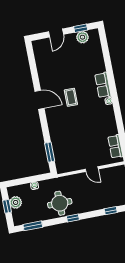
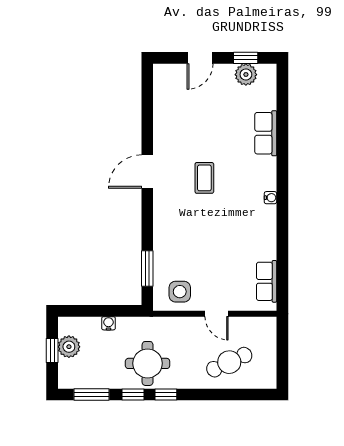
row of seats: (103, 85) -> (266, 133), moved
door: (39, 100) -> (147, 172), swing flipped
side table: (70, 161) -> (180, 292), added
cafe table: (104, 194) -> (229, 362), added
window: (111, 211) -> (133, 395), moved

